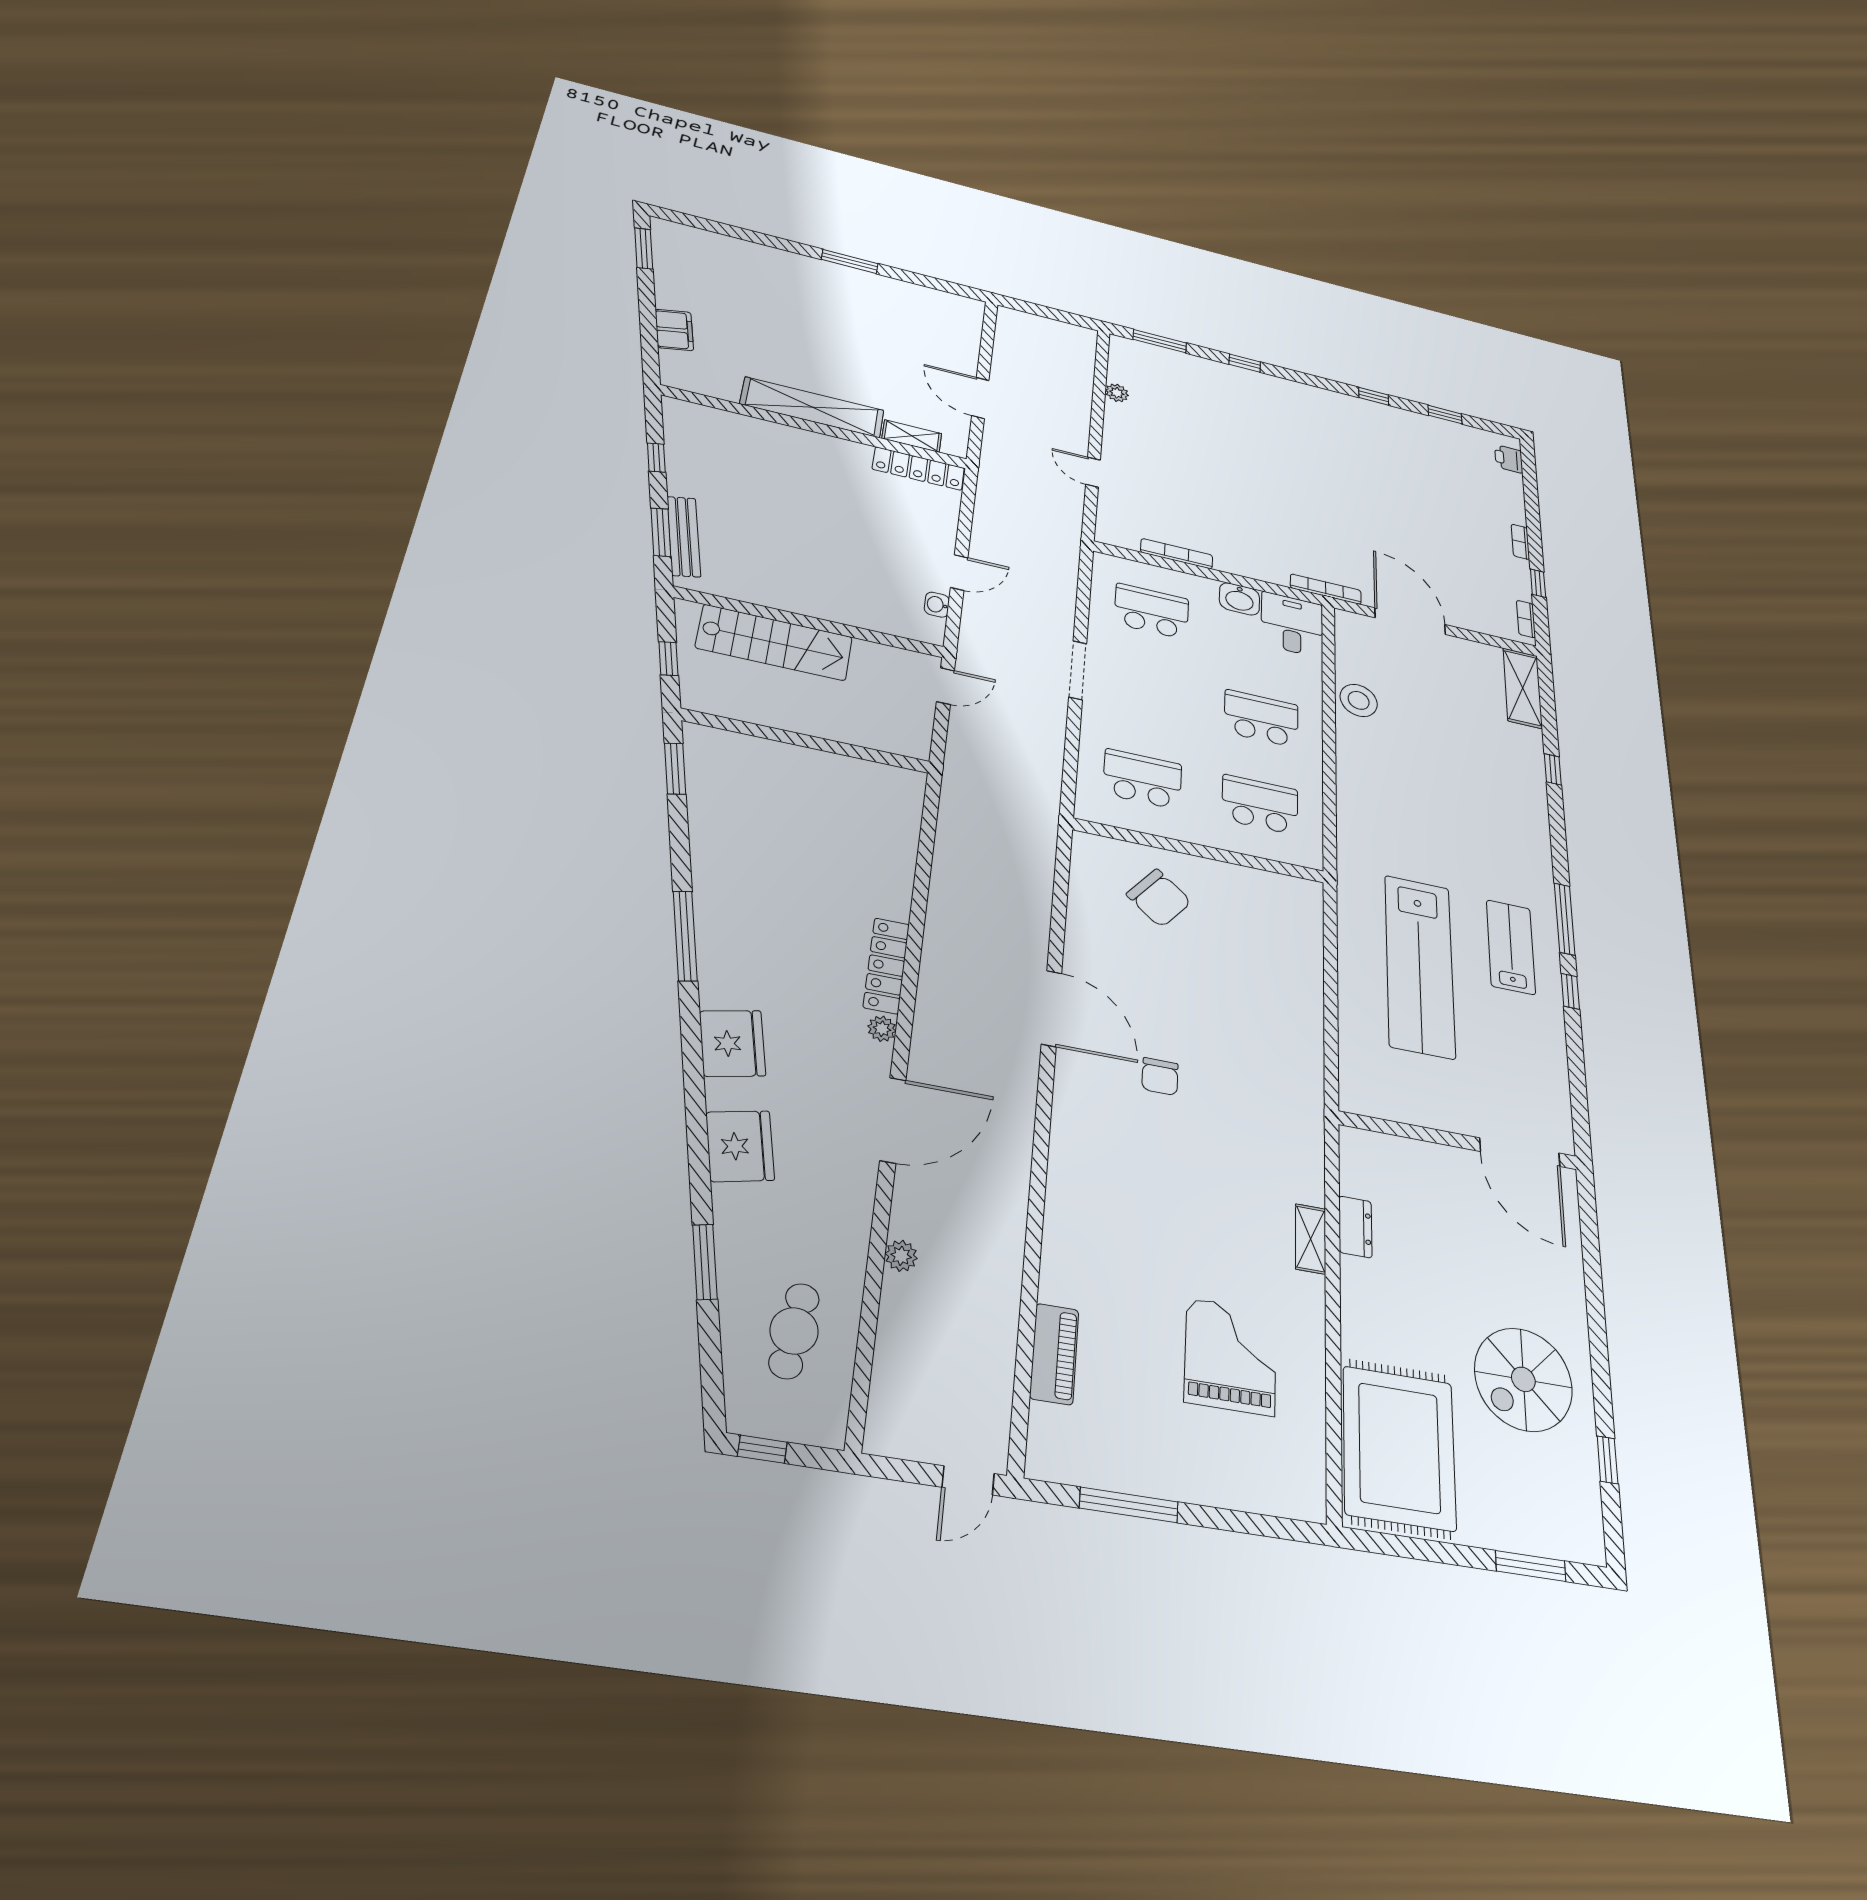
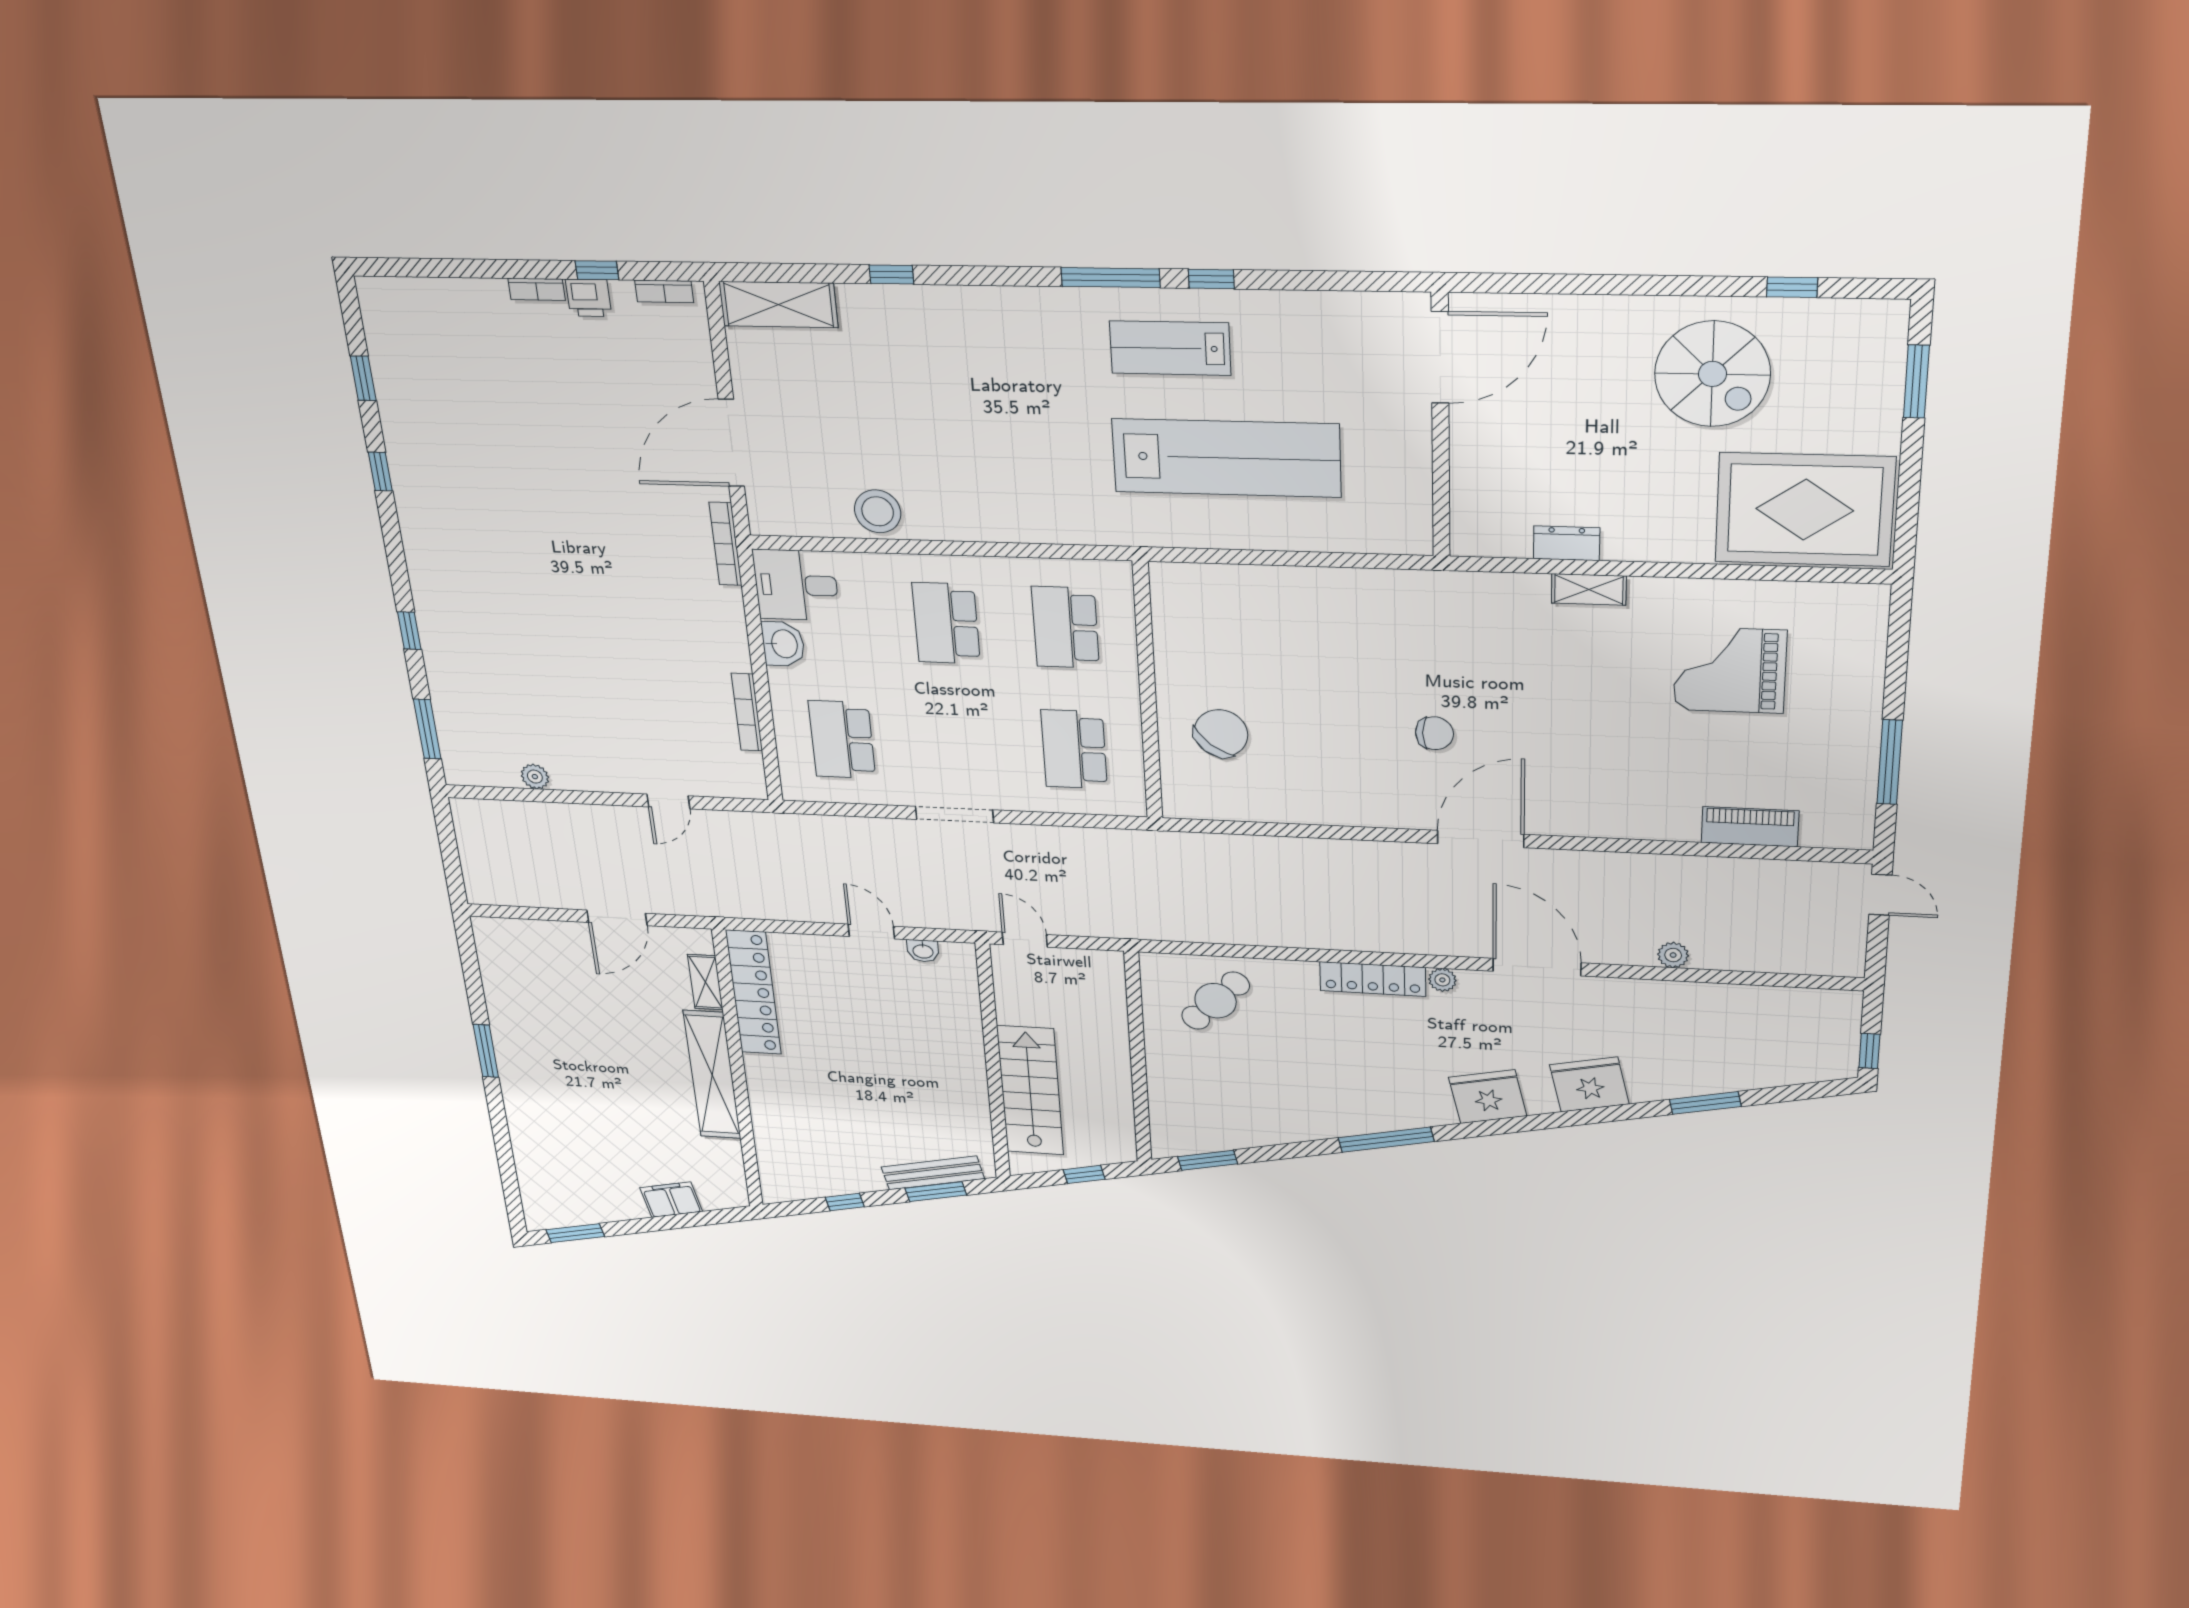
printer: (1509, 459) -> (589, 298), moved
locker: (918, 469) -> (753, 992), width x1.41, depth x1.21
door: (1051, 1008) -> (1481, 839), moved
cafe table: (794, 1331) -> (1215, 1001), moved, turned -52

